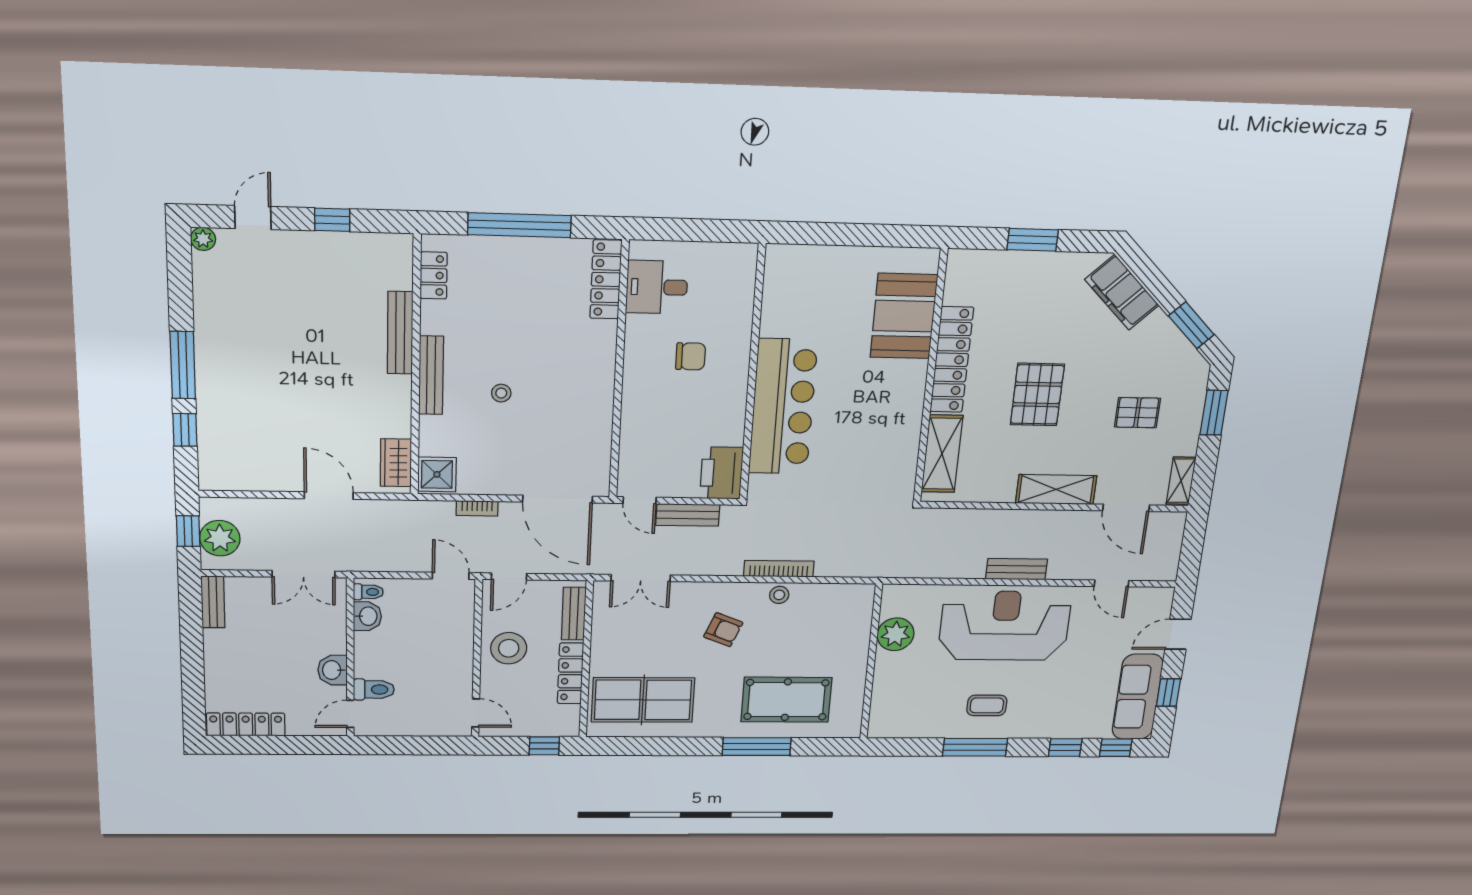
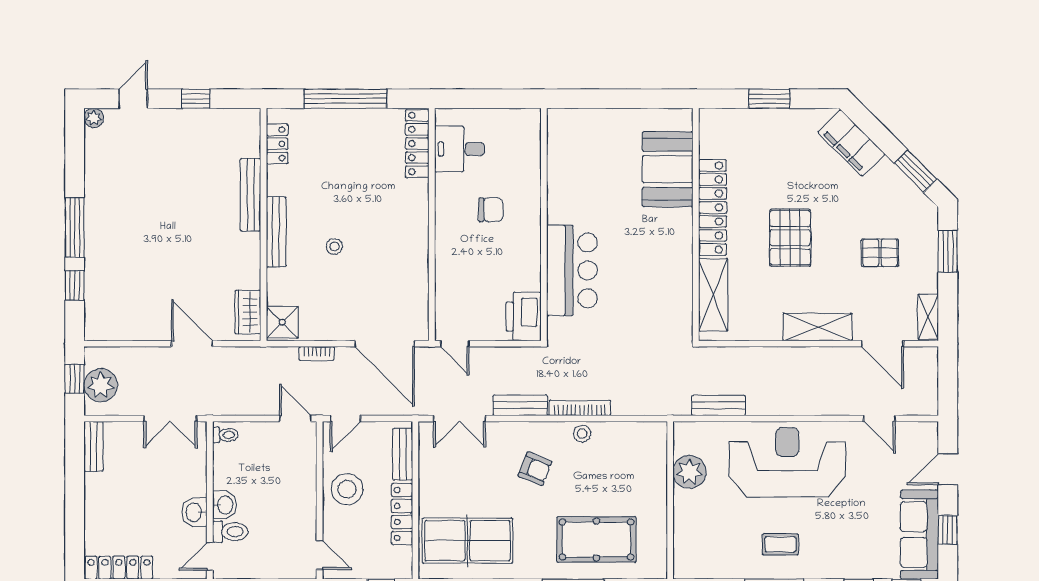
bar counter: (783, 407) -> (572, 270), width x0.73
bench: (688, 515) -> (520, 405), moved
bench: (1016, 569) -> (719, 405), moved
washbasin: (367, 616) -> (224, 505), moved

